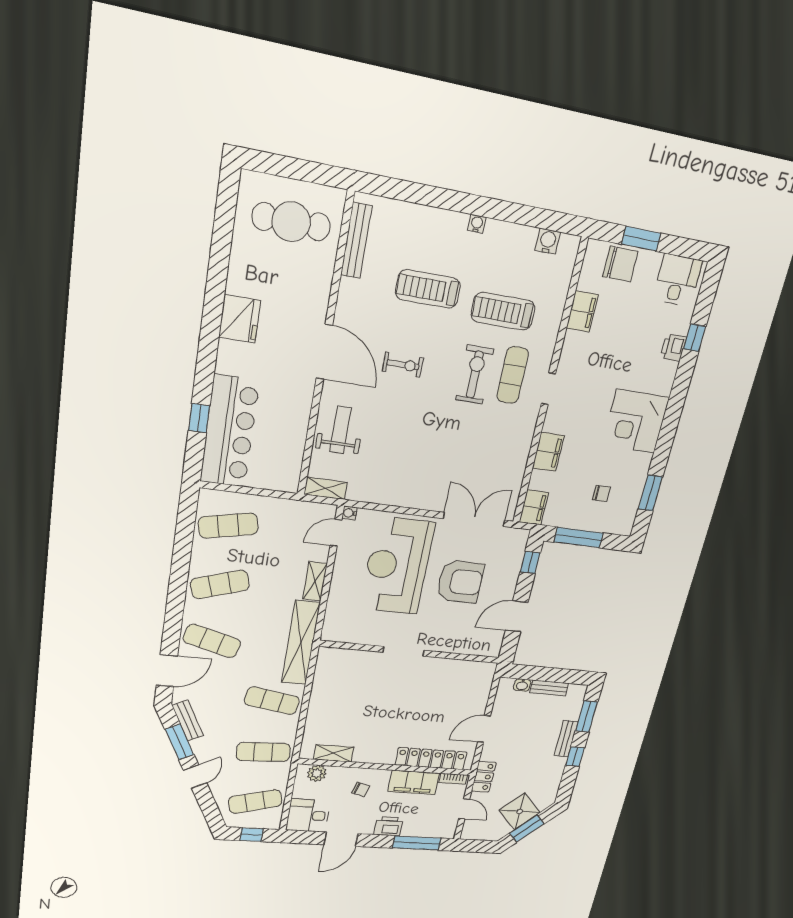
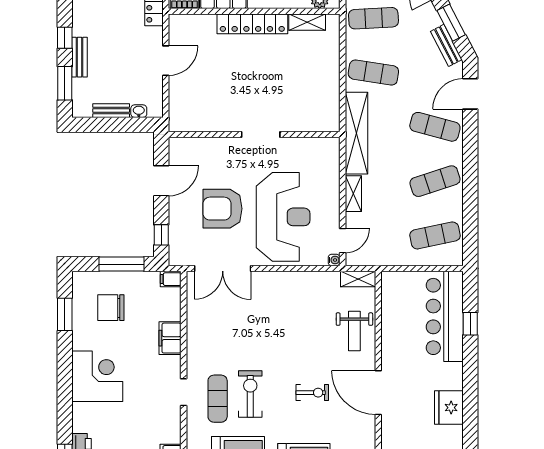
exercise bike: (403, 365) -> (312, 393), turned 180
exercise bike: (475, 375) -> (250, 394), turned 180
chair: (601, 493) -> (111, 308), width x1.87, depth x1.87
filing cabinet: (534, 507) -> (171, 279), width x0.50
locker: (431, 759) -> (252, 24), moved

